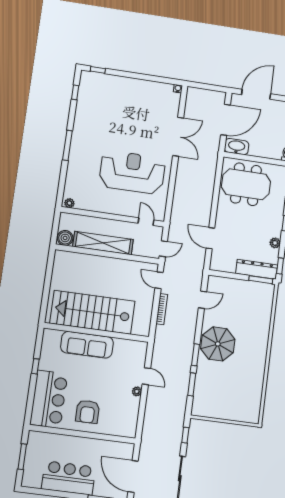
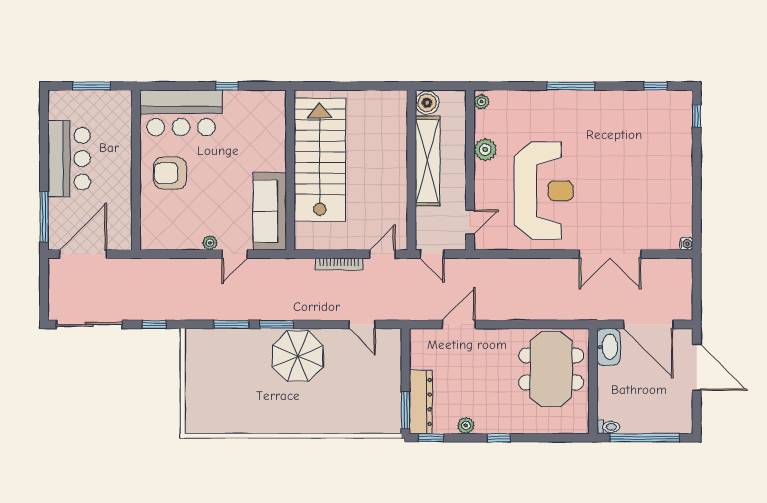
plant: (101, 205) -> (485, 150), added
sofa: (87, 345) -> (270, 211), moved

